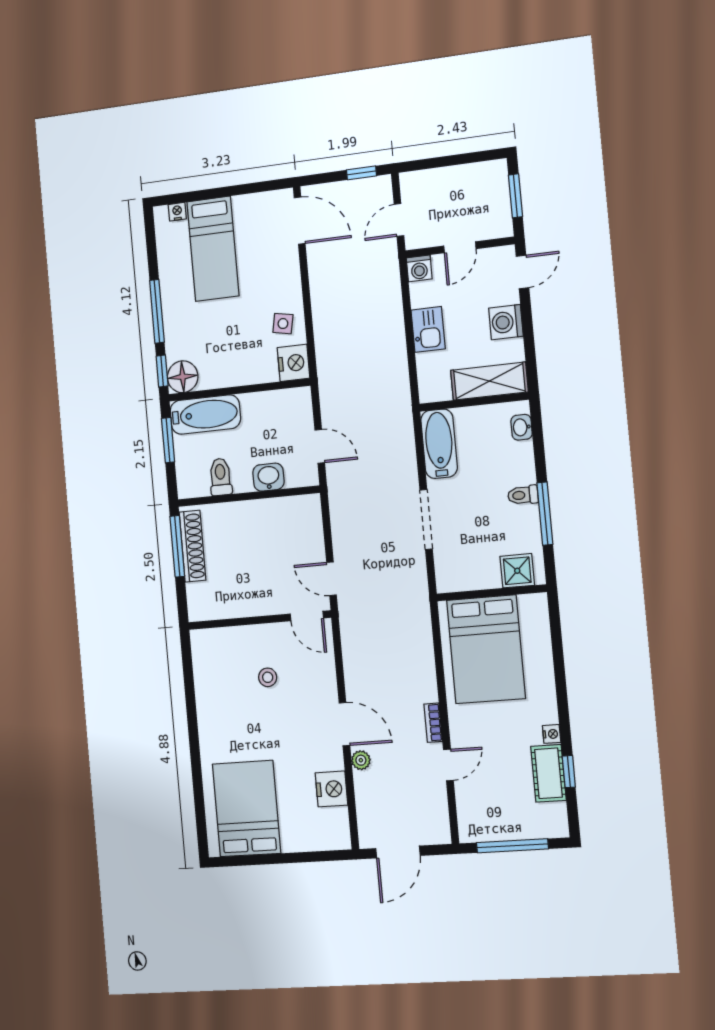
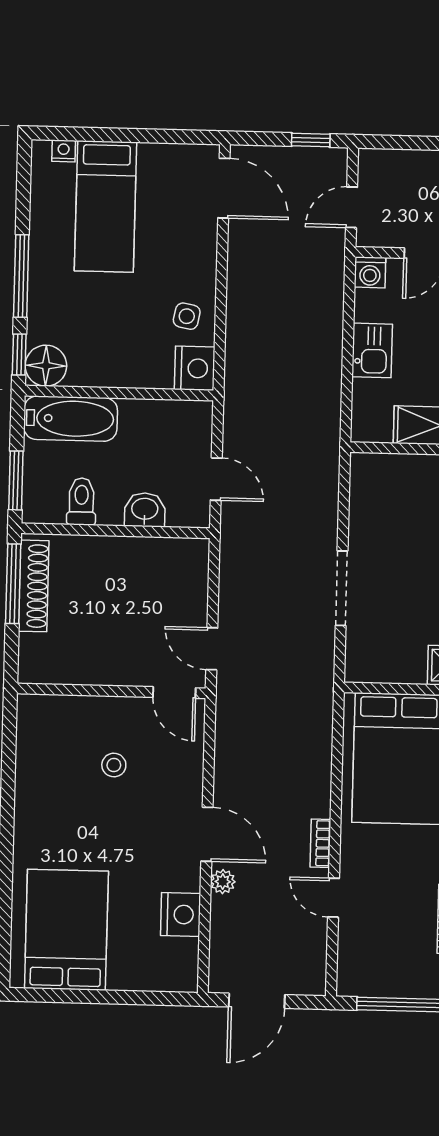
window: (168, 440) -> (16, 480), moved
bathtub: (439, 444) -> (369, 496), removed
door: (448, 765) -> (333, 898), swing flipped

